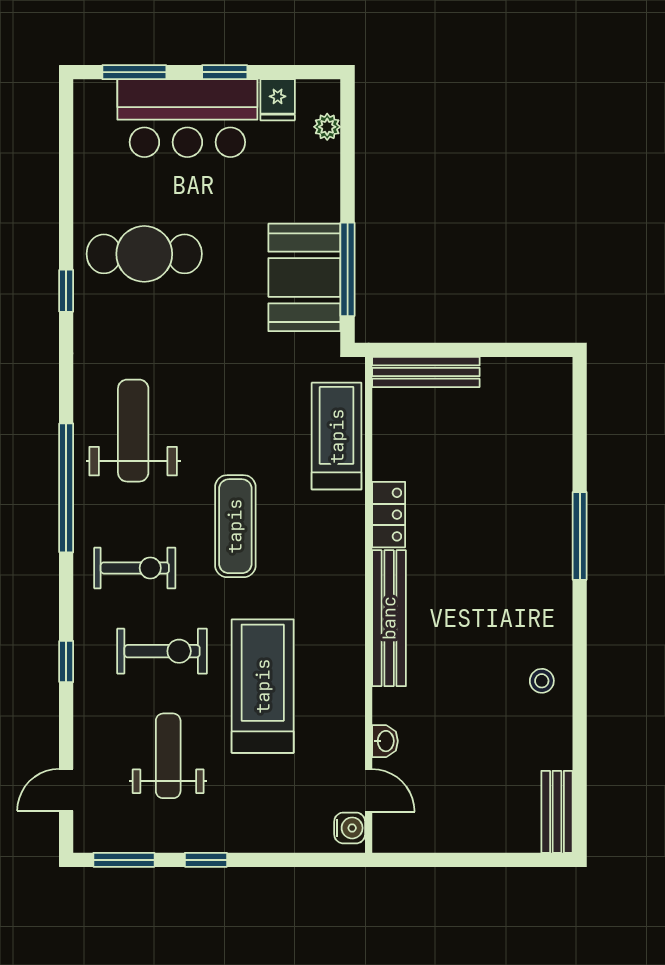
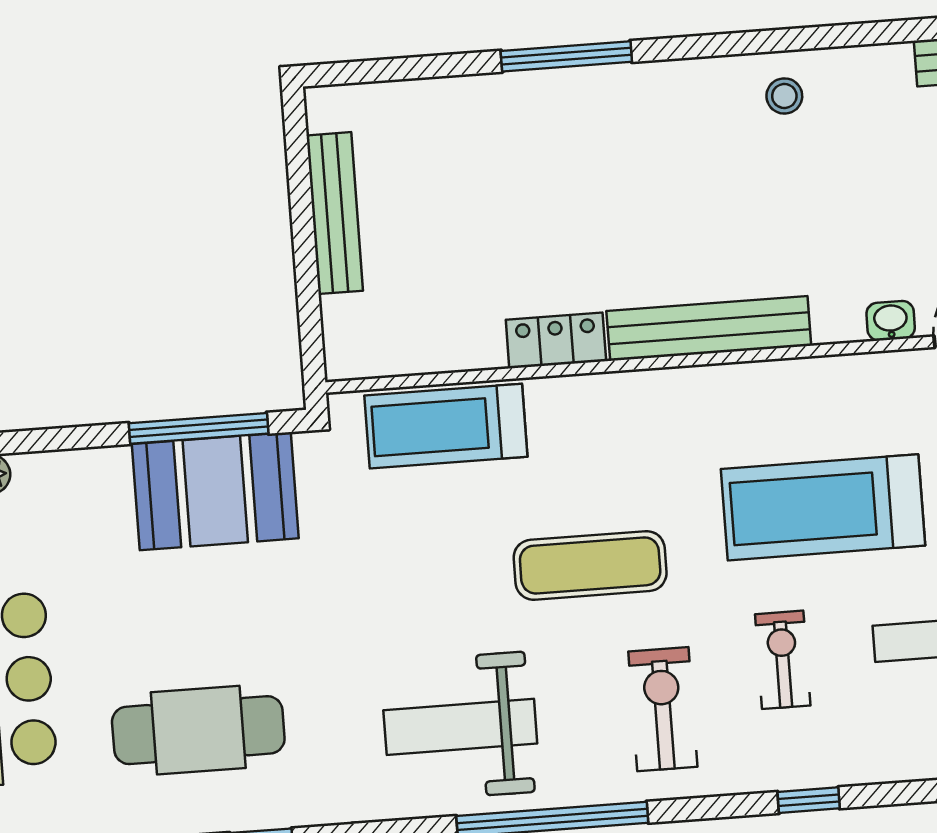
cafe table: (144, 254) -> (198, 730), turned 90
bench: (426, 372) -> (335, 213), moved
exercise bike: (162, 651) -> (783, 660), width x0.73, depth x0.72

